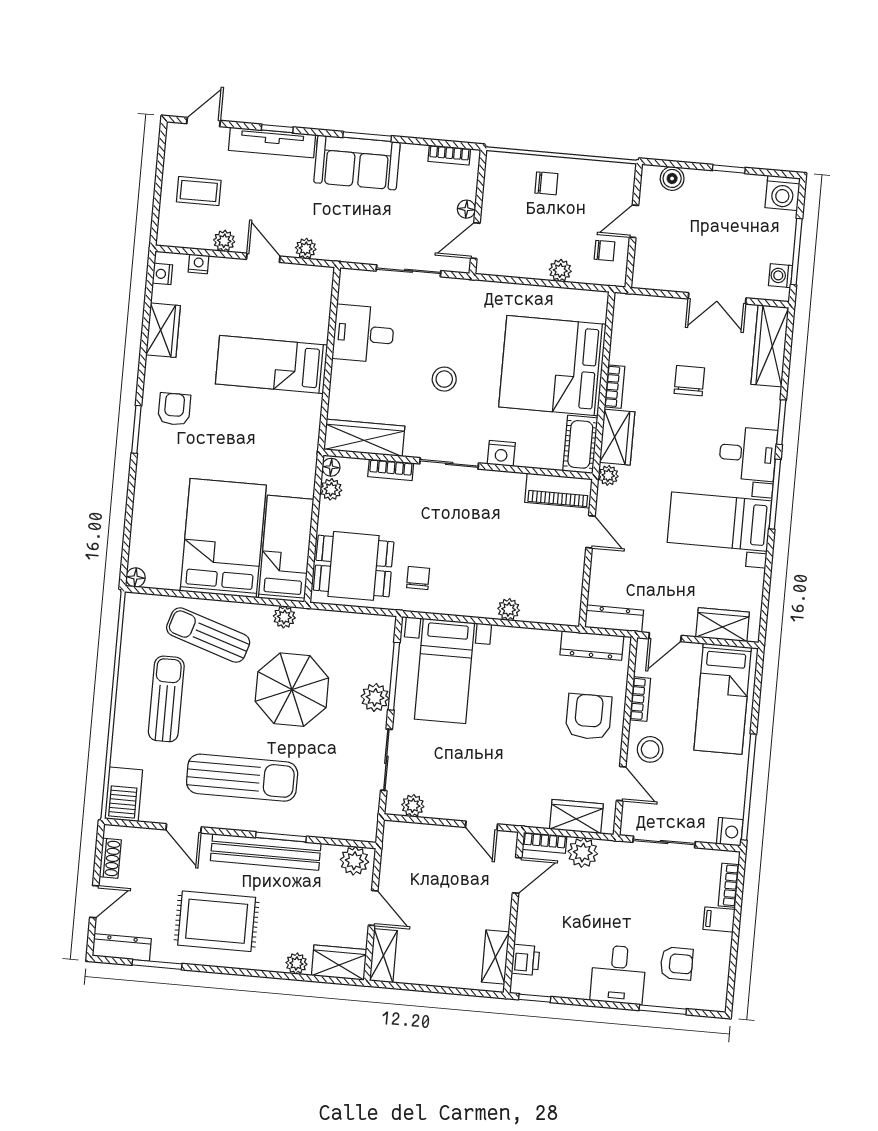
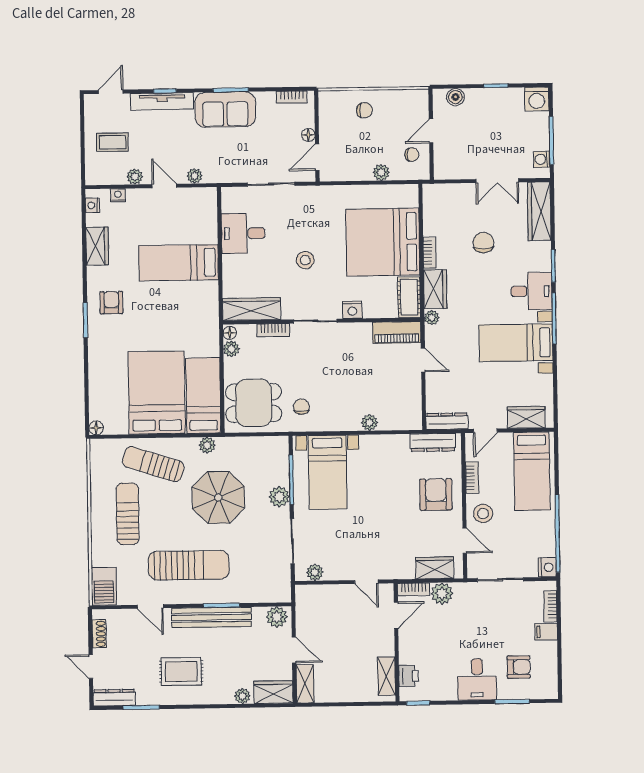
door: (94, 902) -> (91, 667), swing flipped
rug: (217, 921) -> (181, 671), width x0.73, depth x0.70

